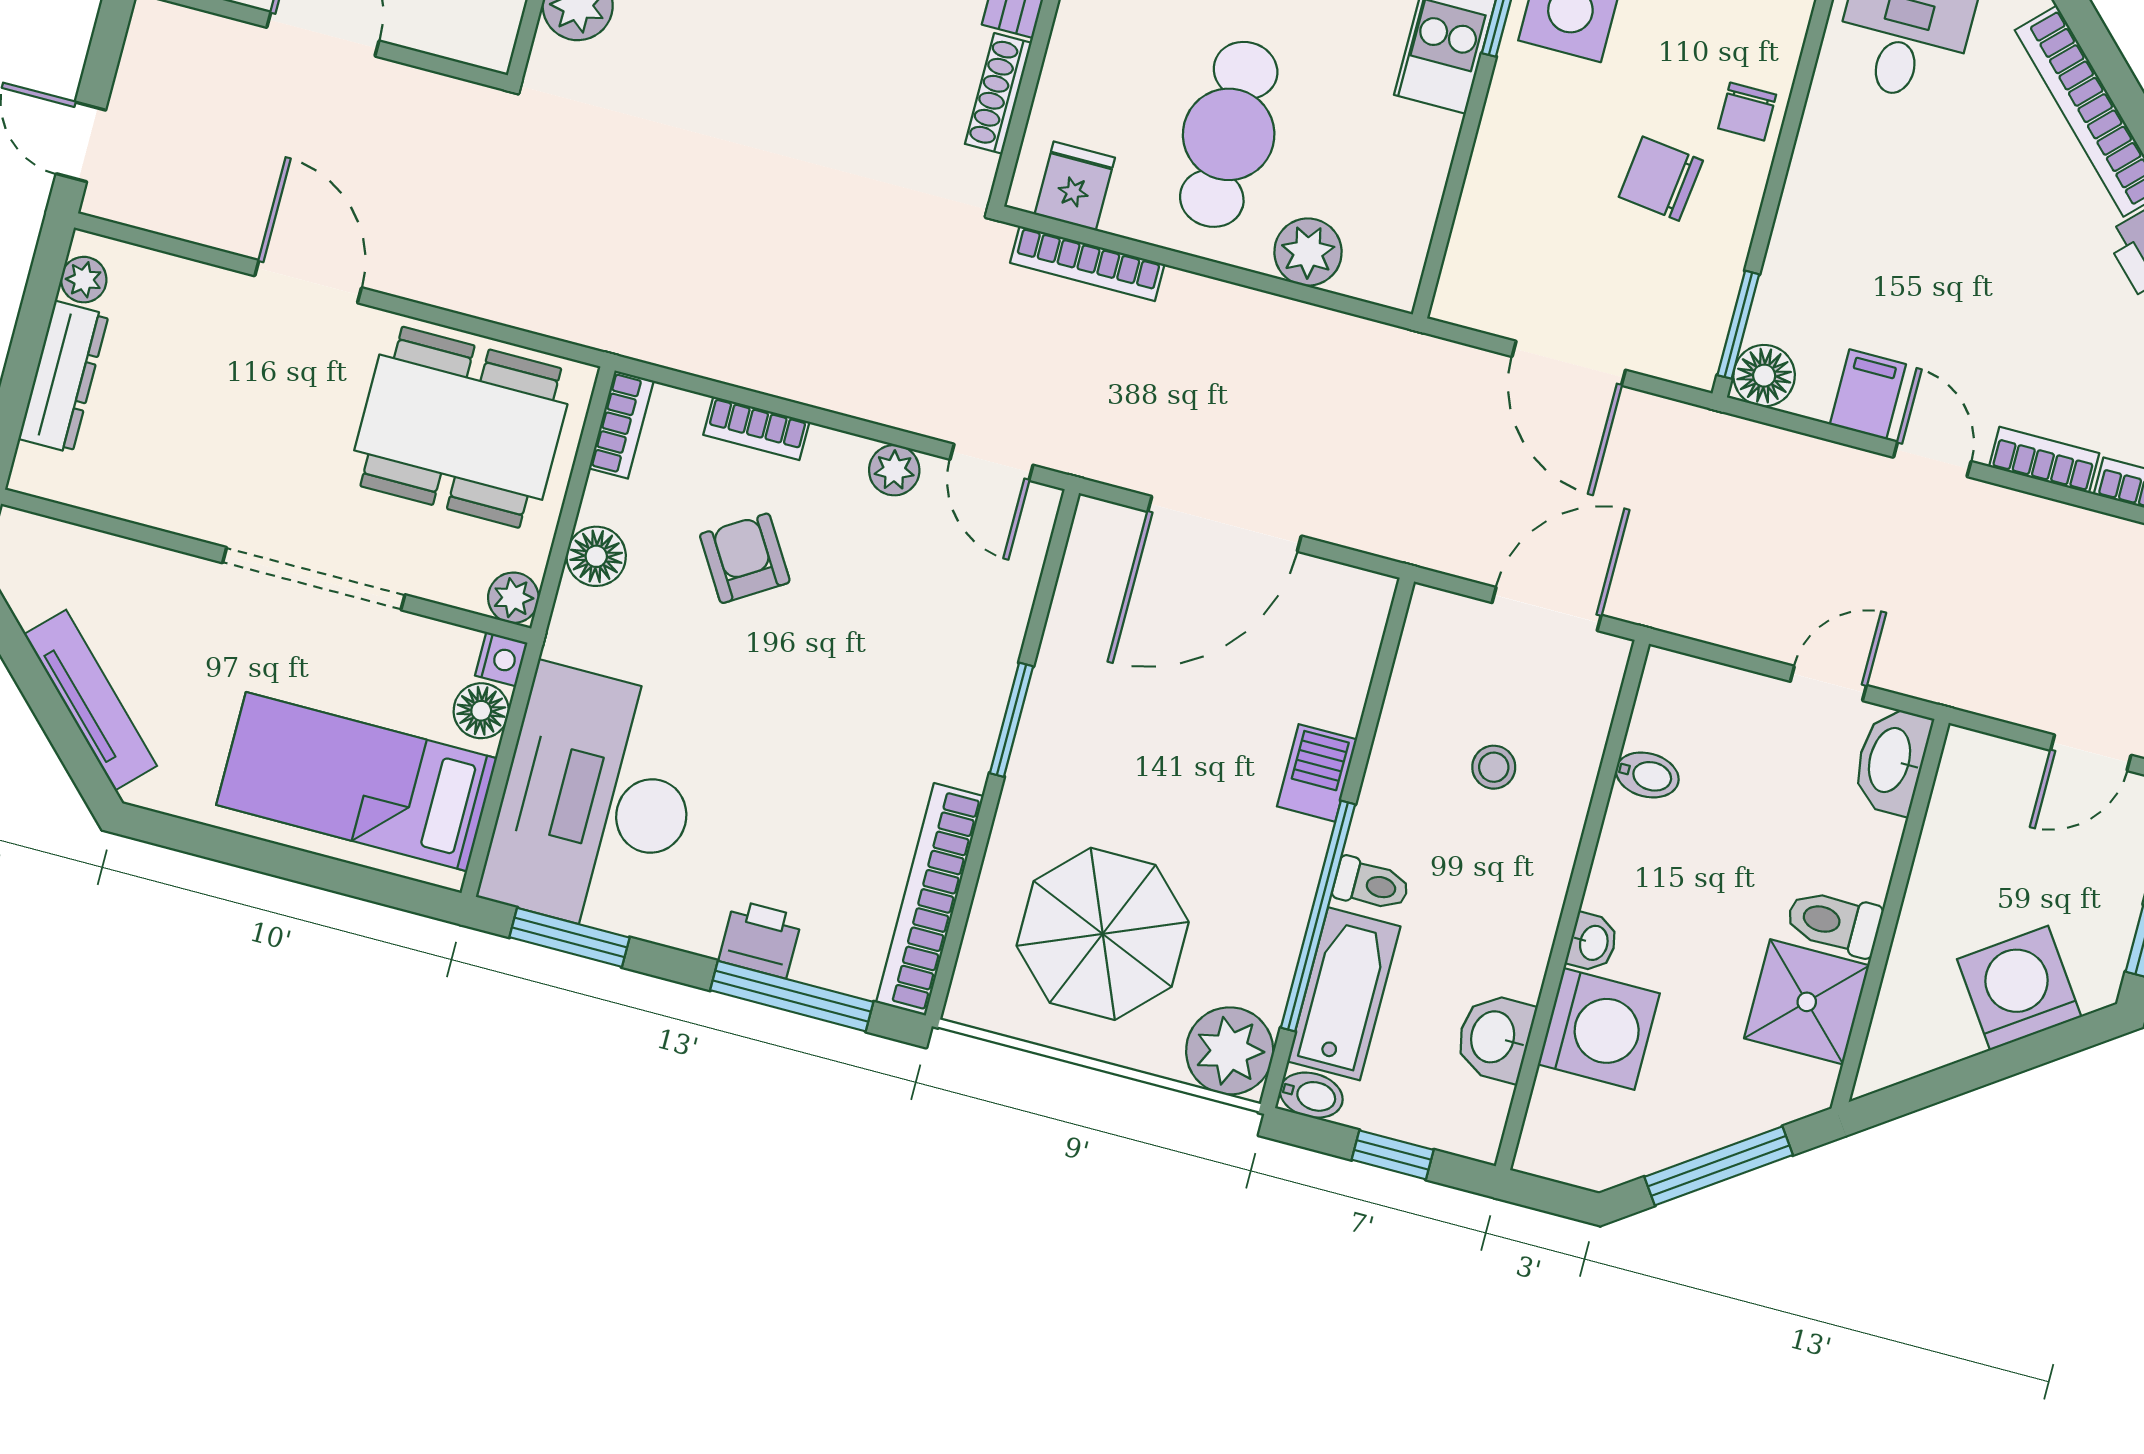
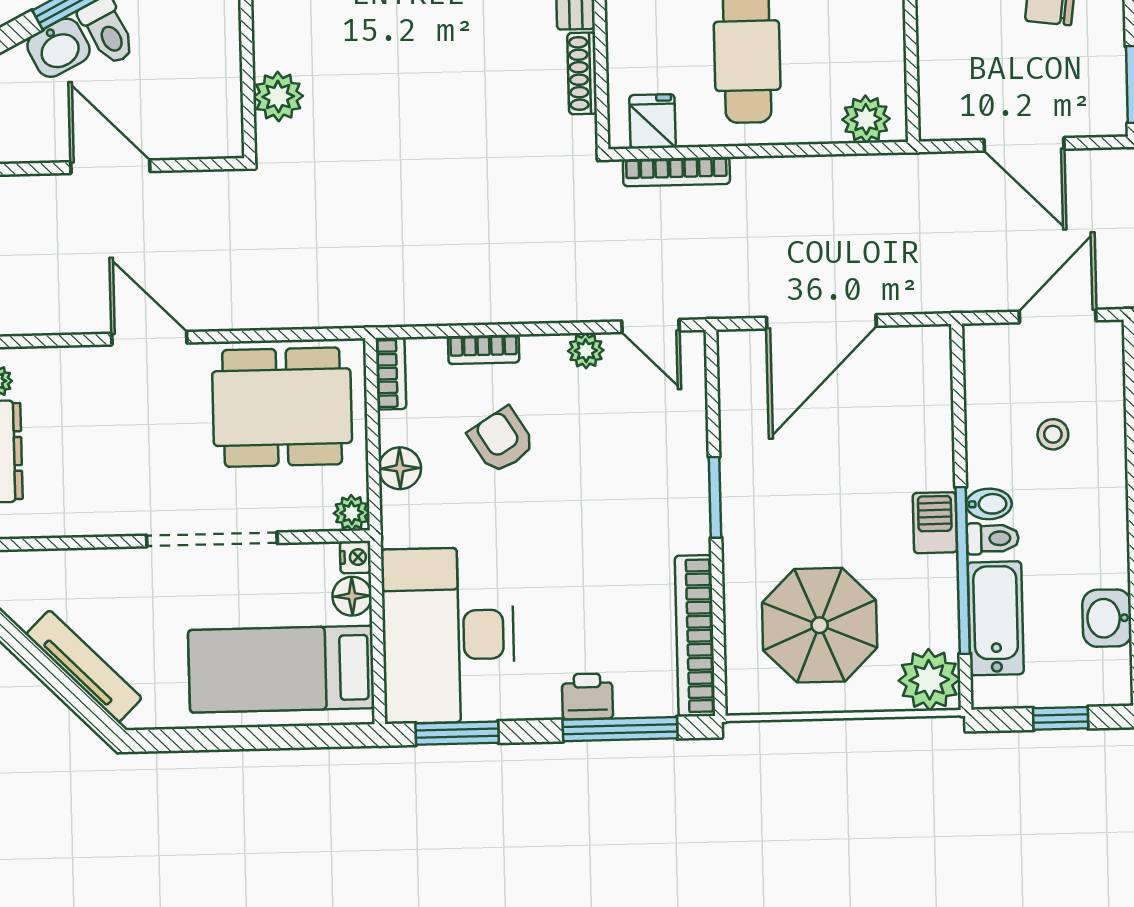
plant: (1308, 252) -> (866, 119), moved
barbecue: (1317, 773) -> (935, 523), moved
bidet: (1311, 1095) -> (989, 504), moved

